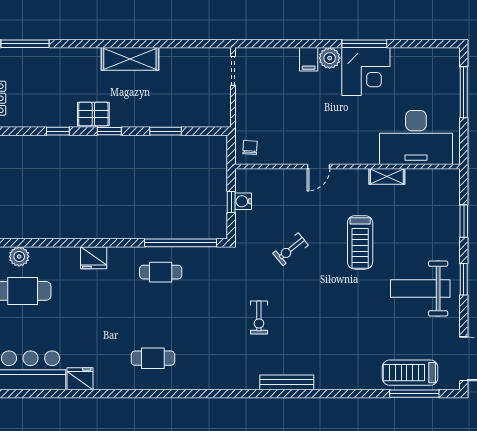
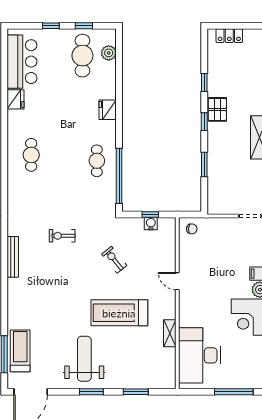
treadmill: (360, 242) -> (119, 313), width x1.37, depth x1.38

